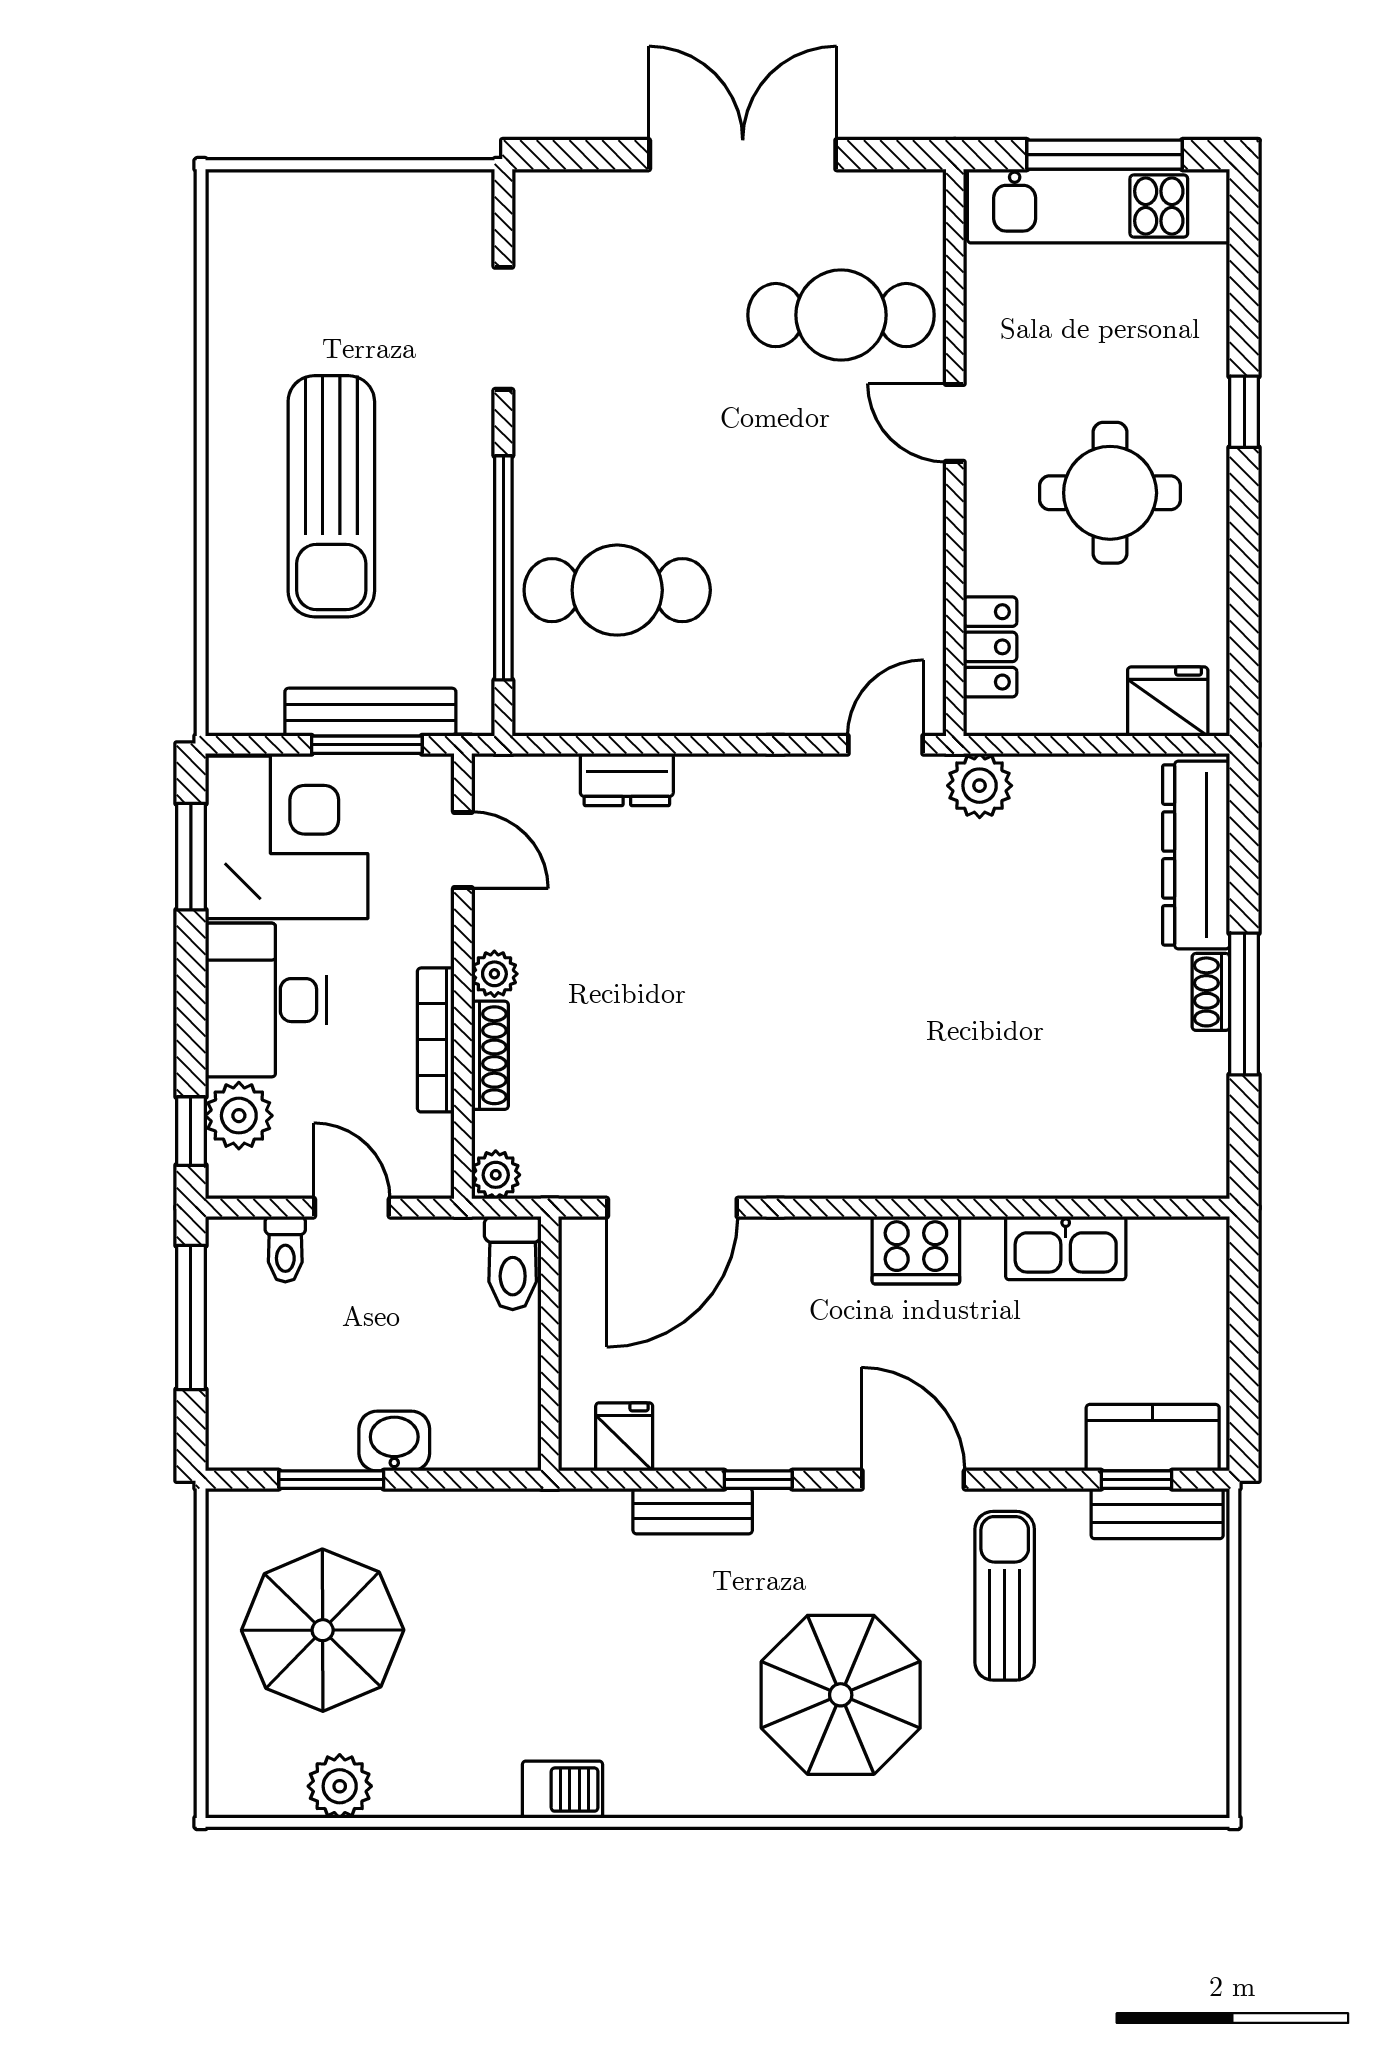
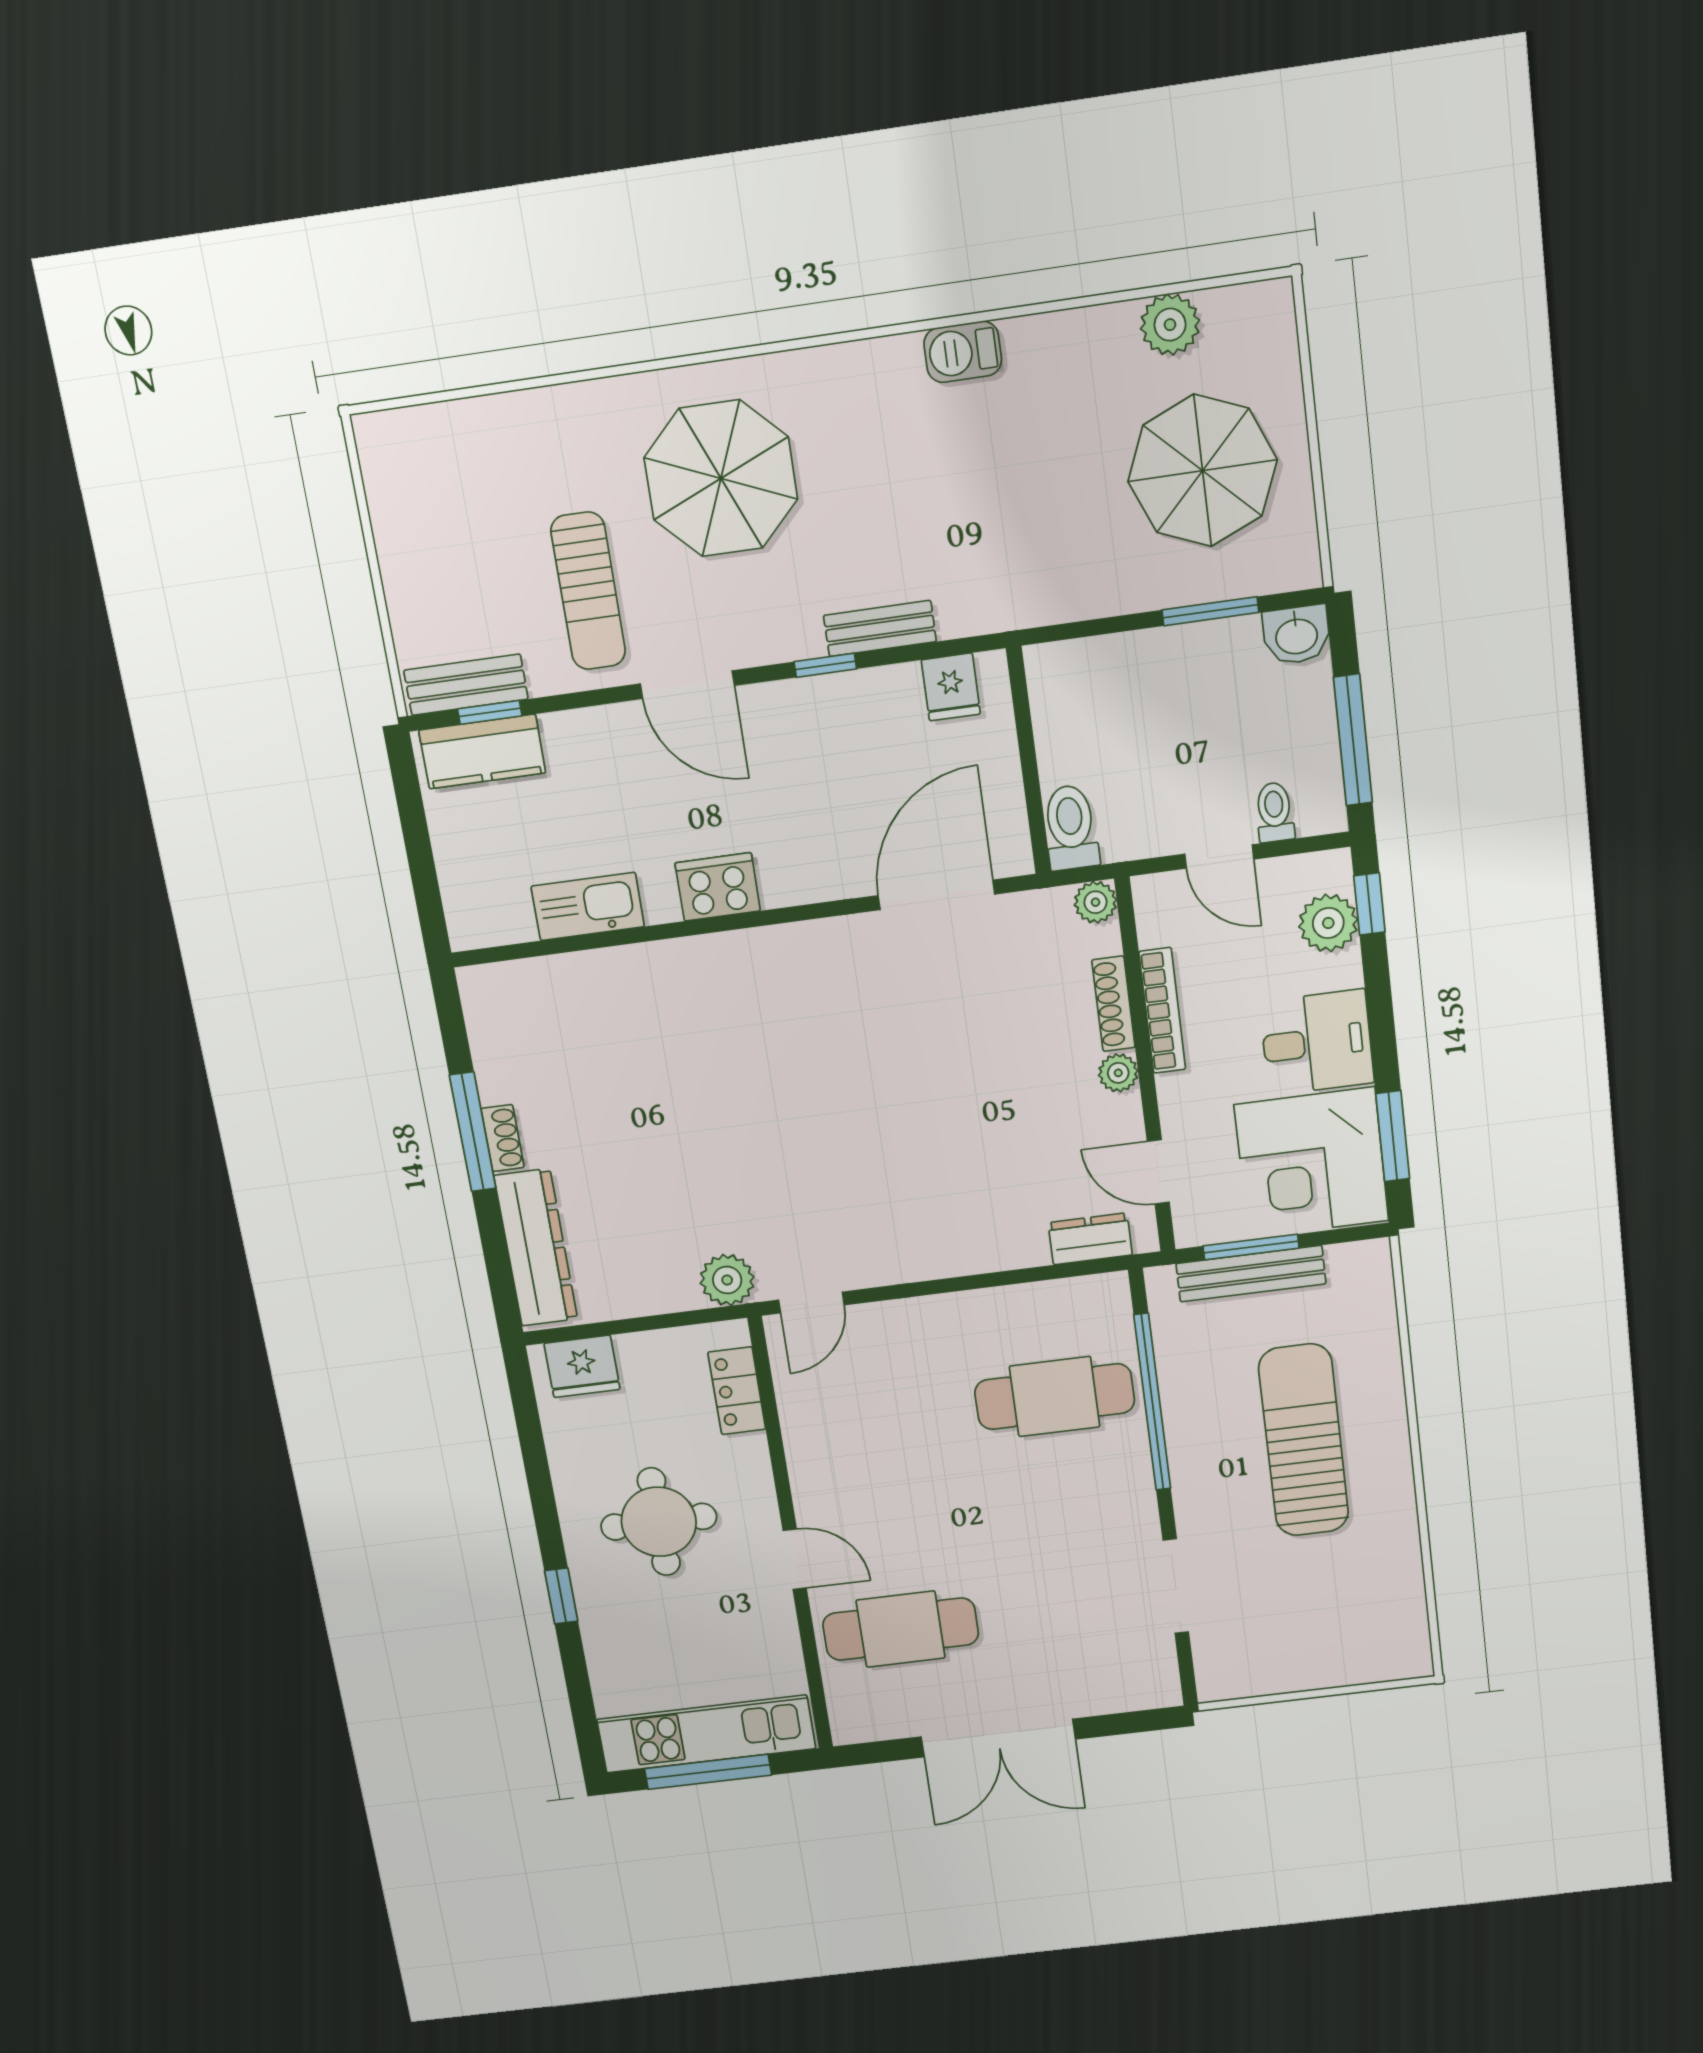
dresser: (627, 780) -> (1090, 1239), moved
desk: (266, 1000) -> (1317, 1042), width x0.73
washbasin: (394, 1441) -> (1296, 635), moved

